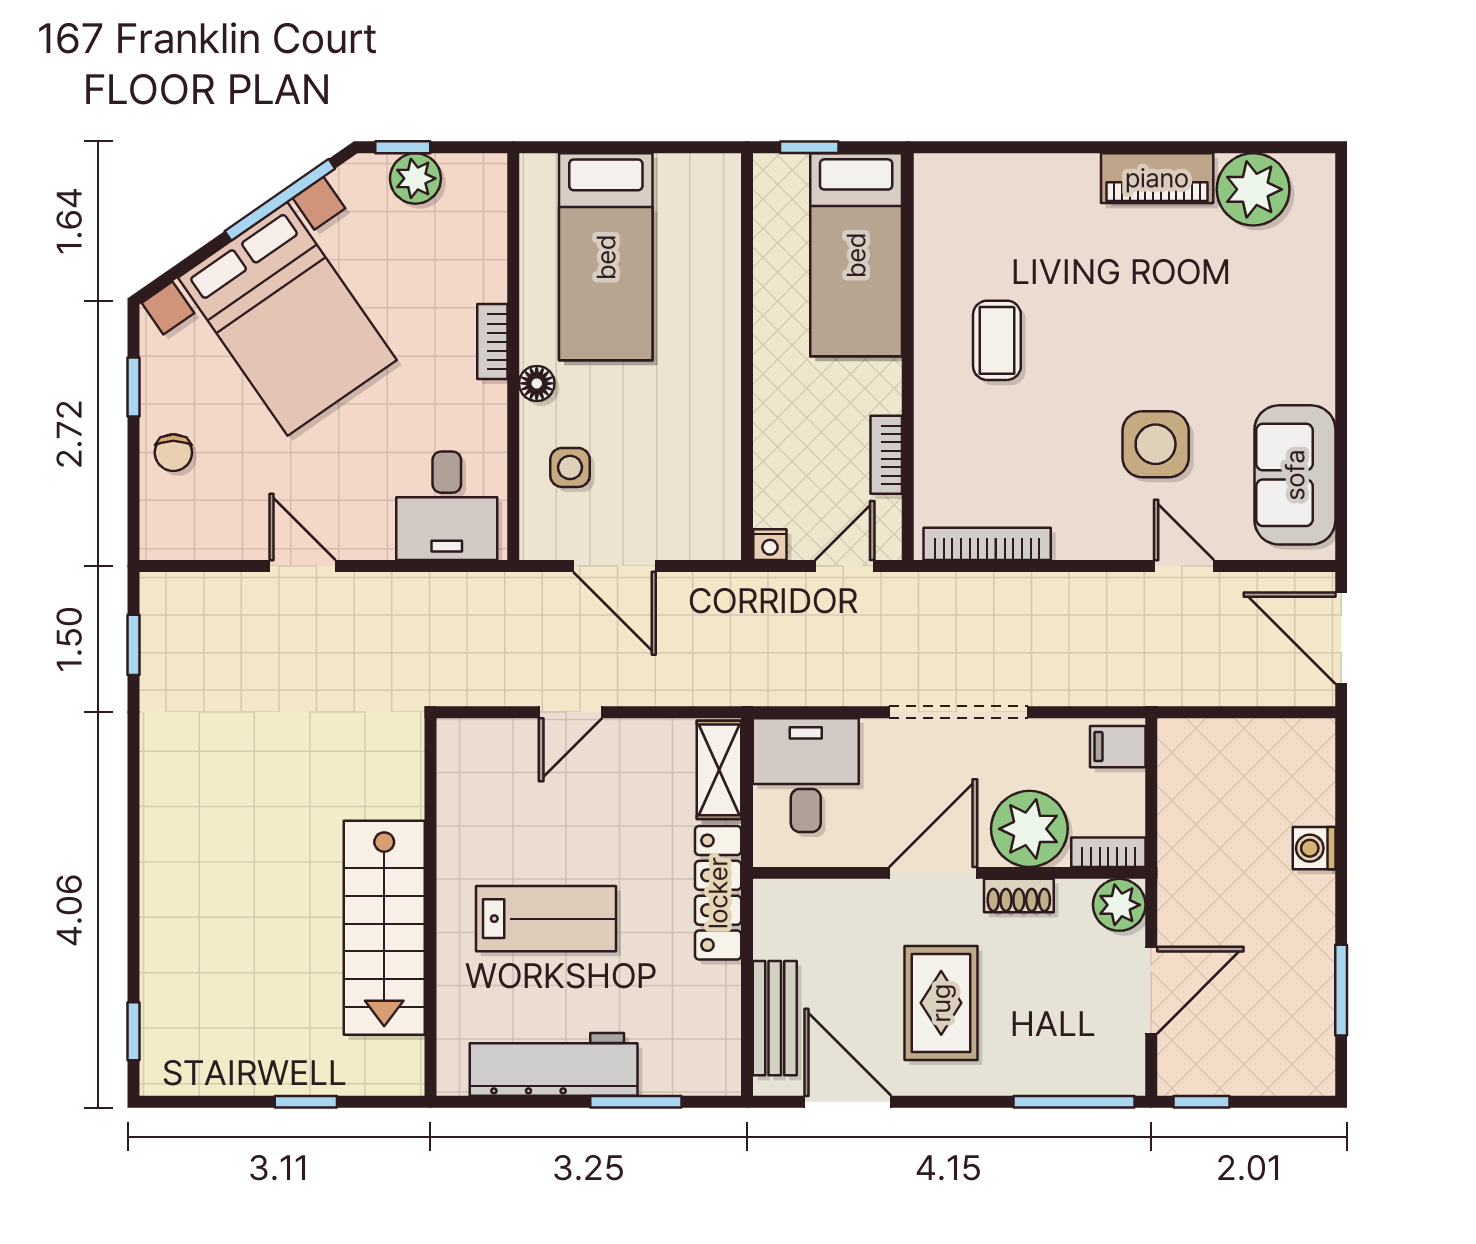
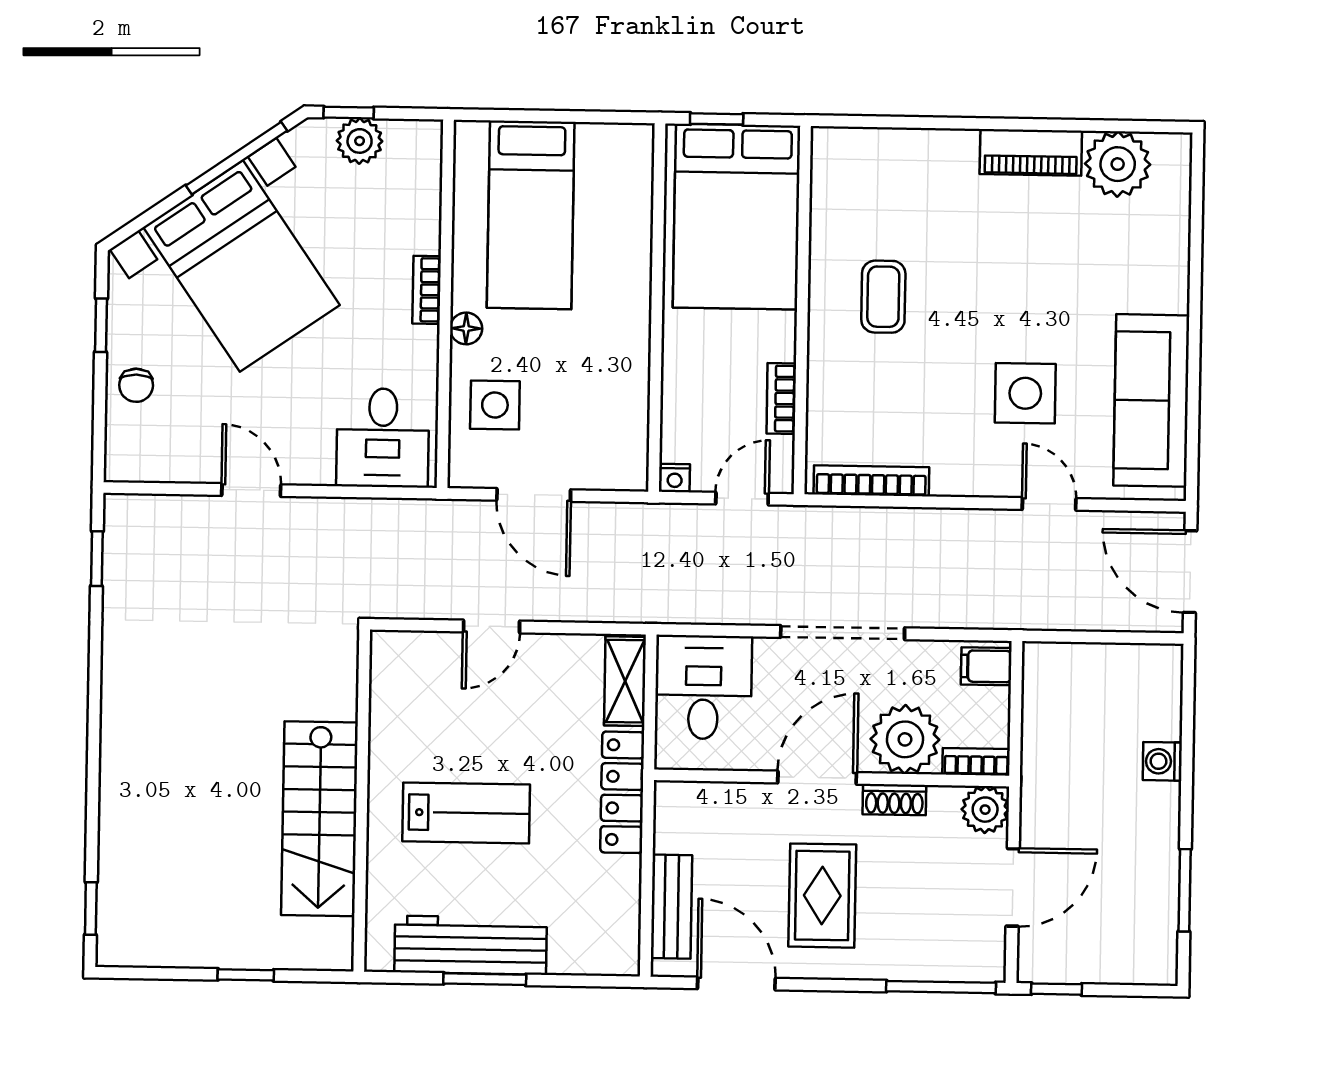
bed: (856, 255) -> (737, 217), width x1.50
side table: (570, 467) -> (495, 405), width x1.37, depth x1.37
sofa: (1295, 475) -> (1151, 400), width x1.36
window: (636, 1102) -> (485, 979), moved

